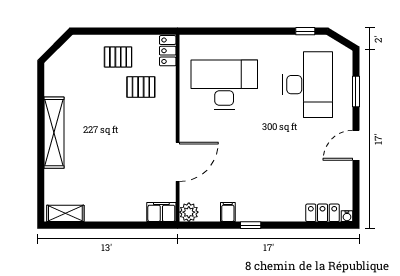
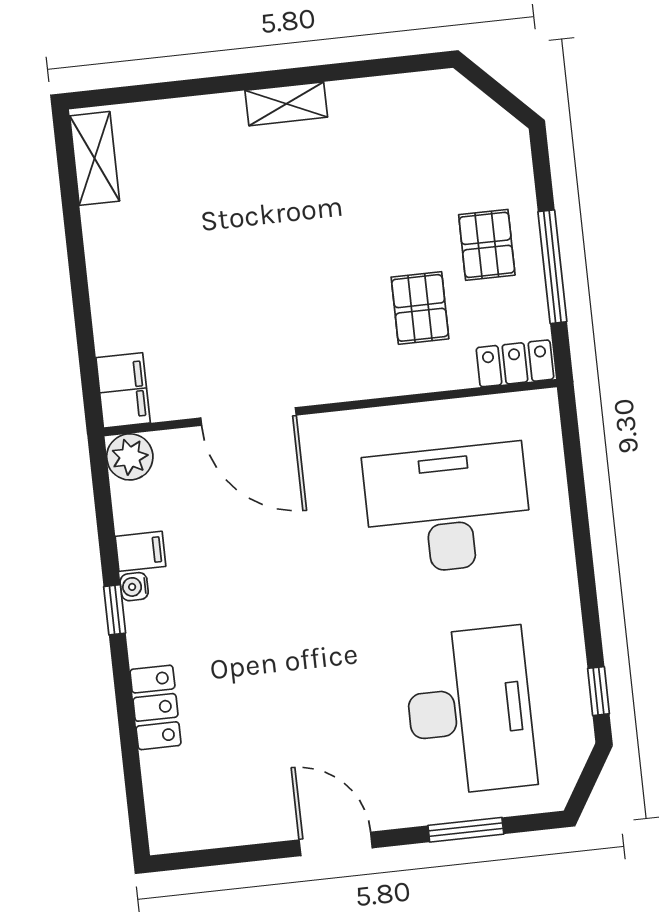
window: (130, 31) -> (552, 267), added
desk: (224, 85) -> (448, 509), turned -90
desk: (308, 85) -> (470, 711), turned -90
shelving: (54, 133) -> (286, 104), width x0.45, depth x0.75
locker: (323, 213) -> (155, 707), moved
water cooler: (347, 216) -> (134, 587), moved

